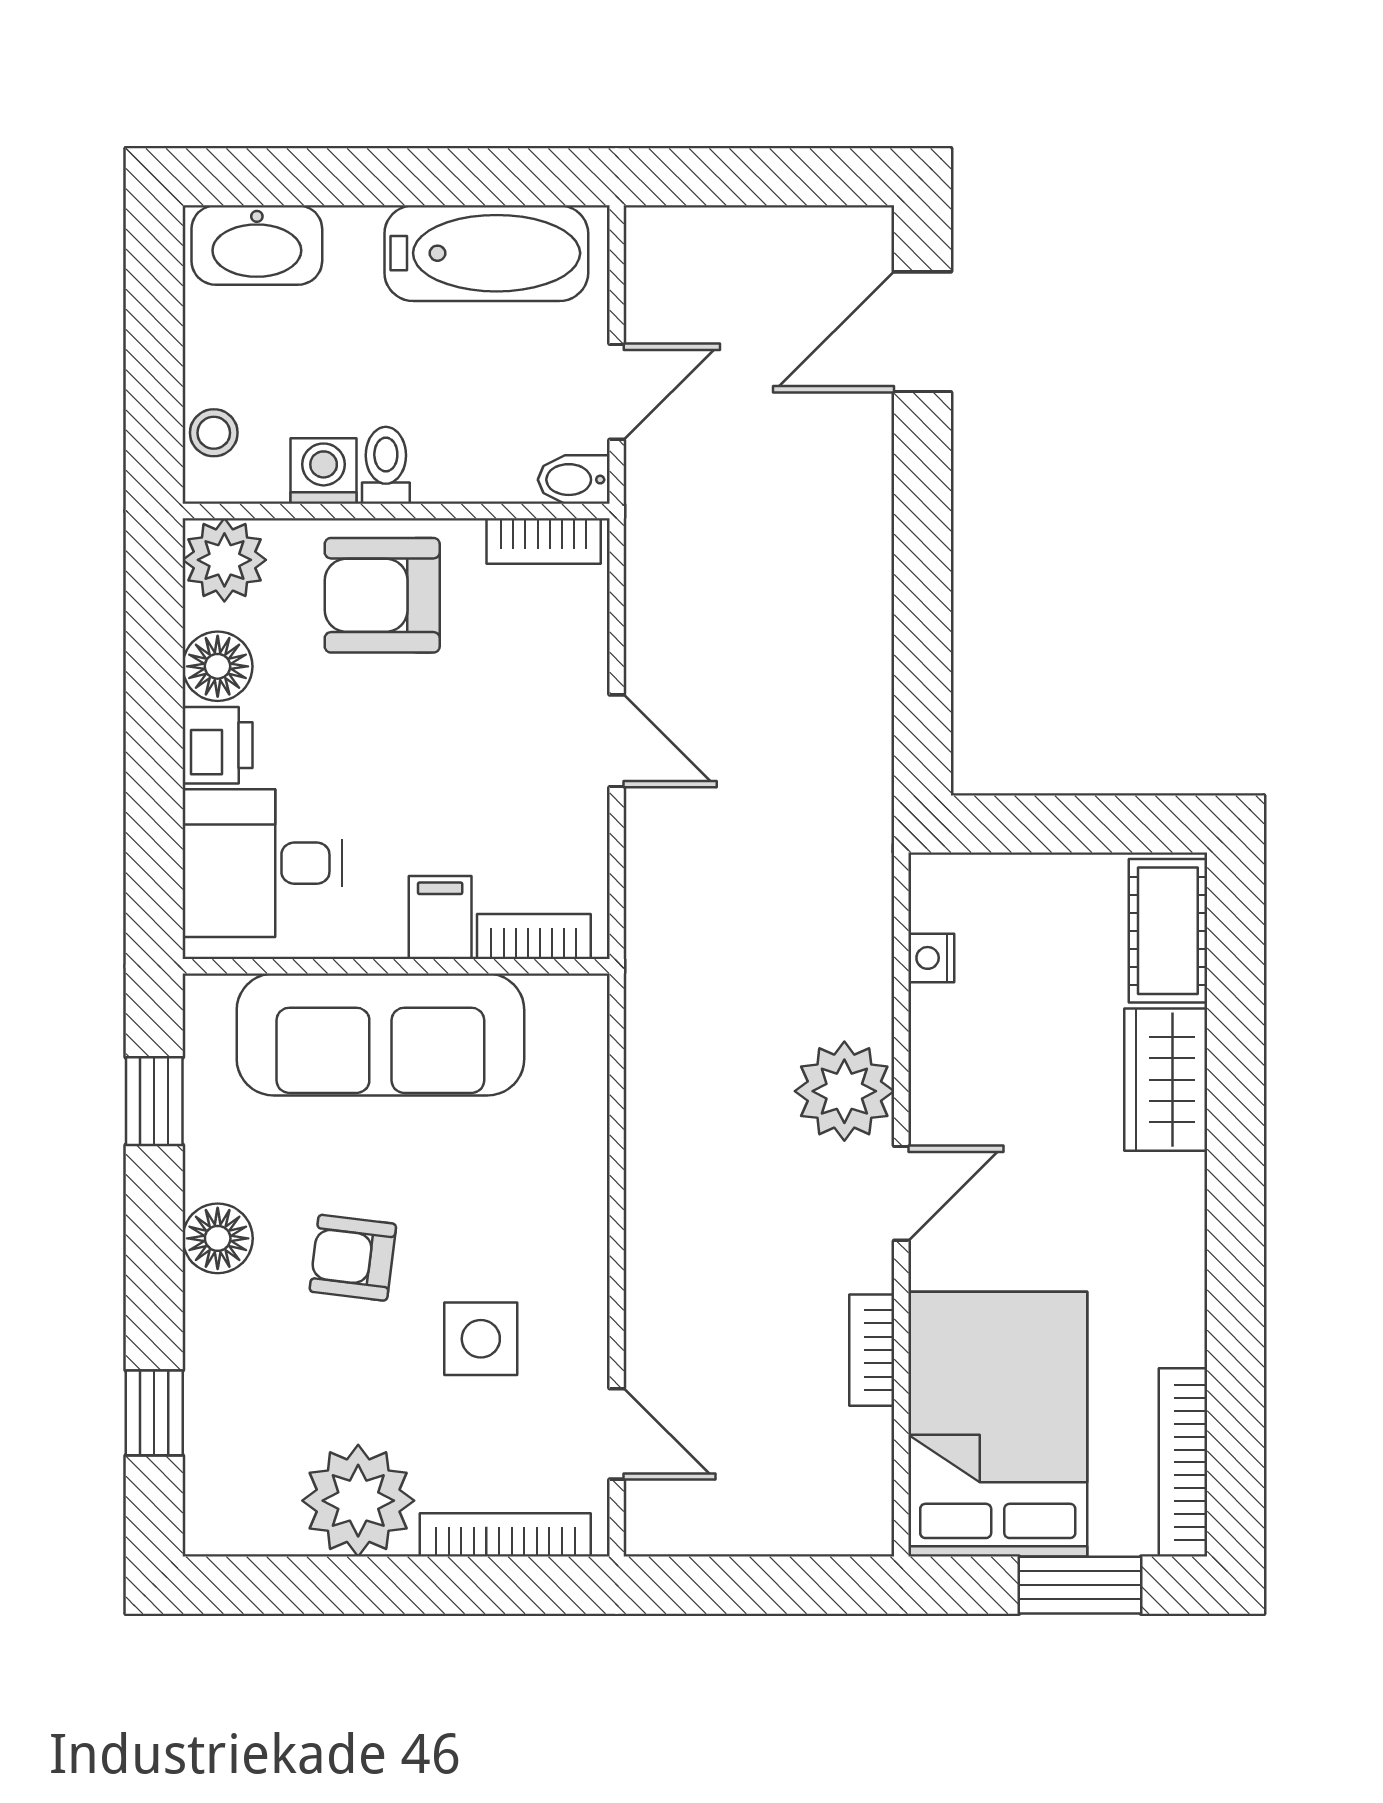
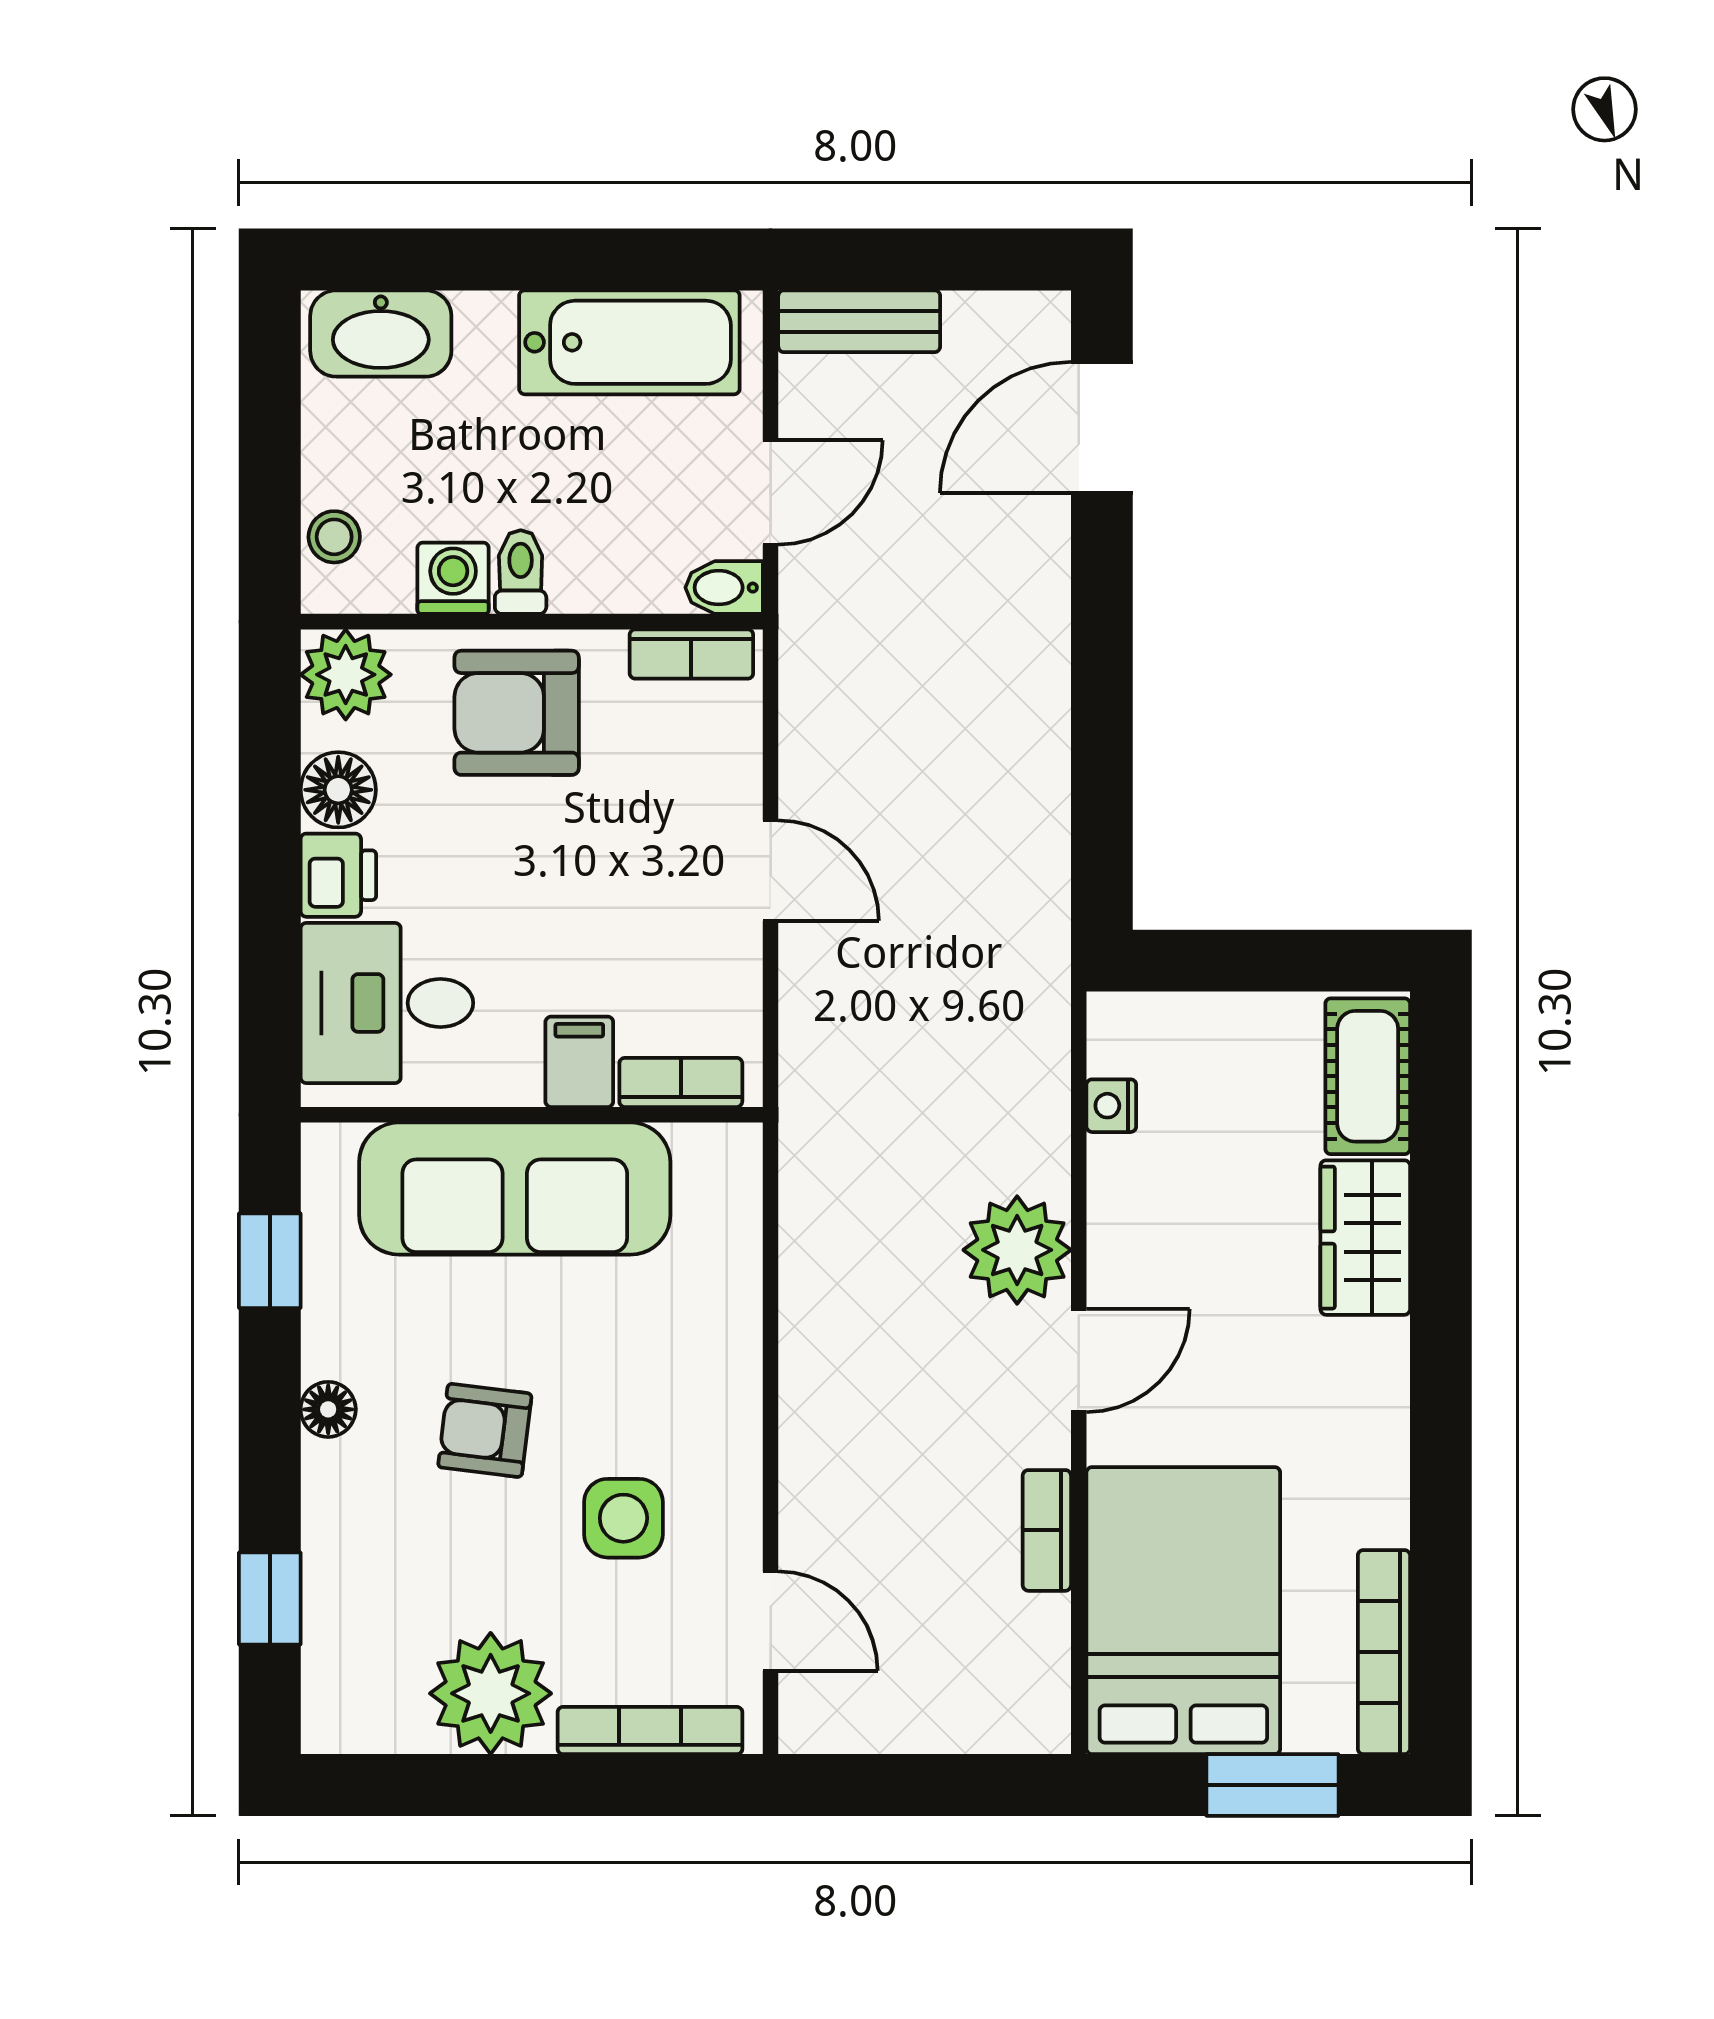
bench: (698, 234) -> (859, 321), added
floor lamp: (218, 1238) -> (328, 1409), width x0.73, depth x0.73

